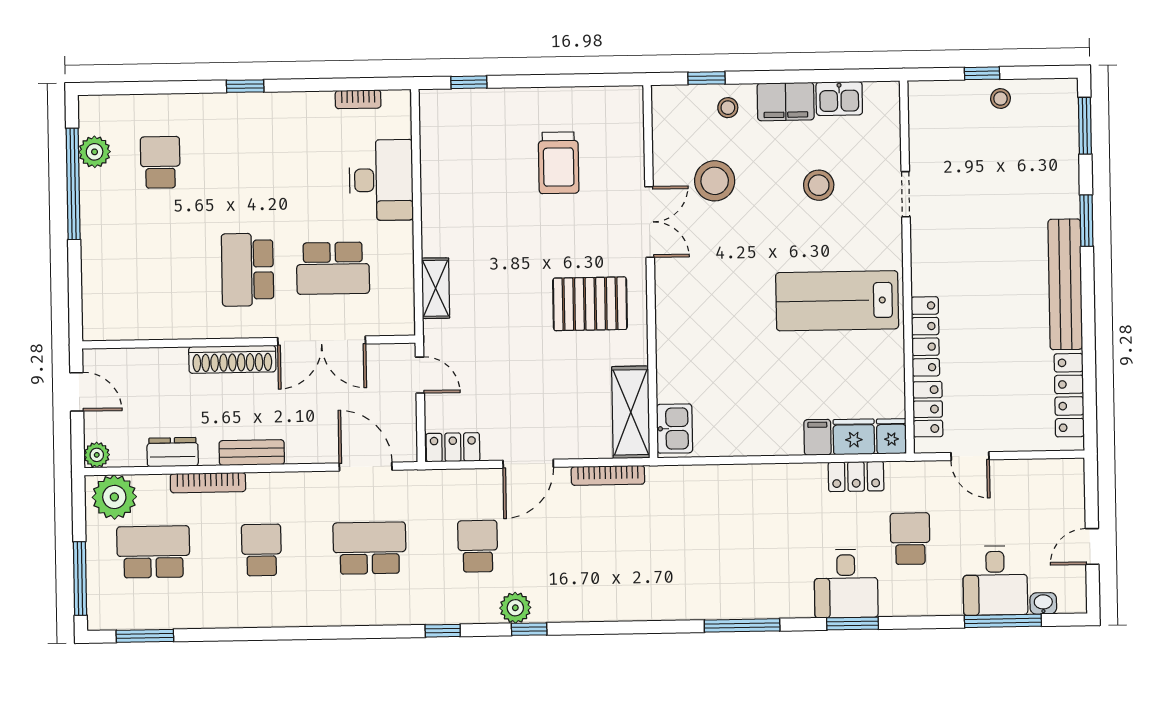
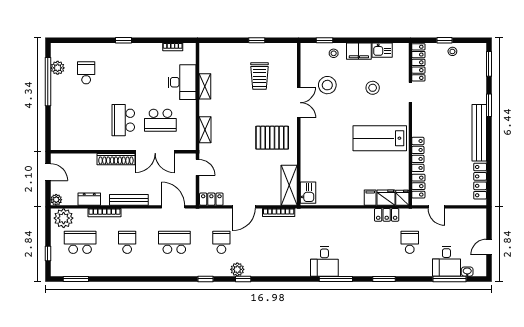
window: (469, 82) -> (257, 40), moved
locker: (923, 125) -> (418, 62), added
shelving: (433, 189) -> (205, 86), added
bench: (252, 453) -> (129, 200), width x1.36
window: (80, 579) -> (48, 253), width x0.46
desk: (846, 584) -> (324, 261), moved

